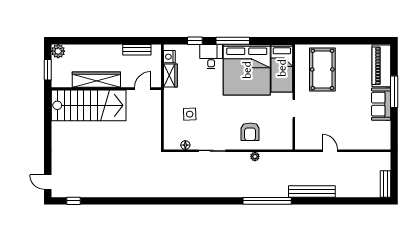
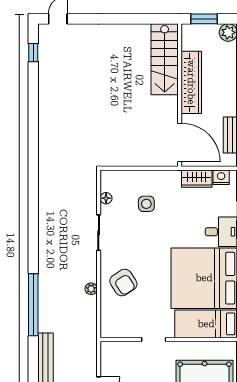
door: (143, 89) -> (180, 143), width x1.87
stairs: (89, 105) -> (165, 59), width x0.73, depth x0.66
armchair: (250, 132) -> (123, 283), turned -123

